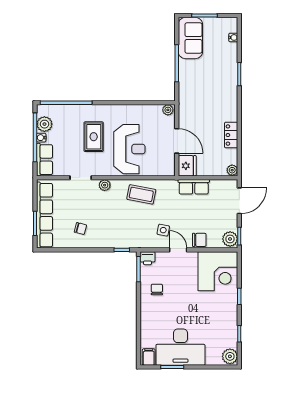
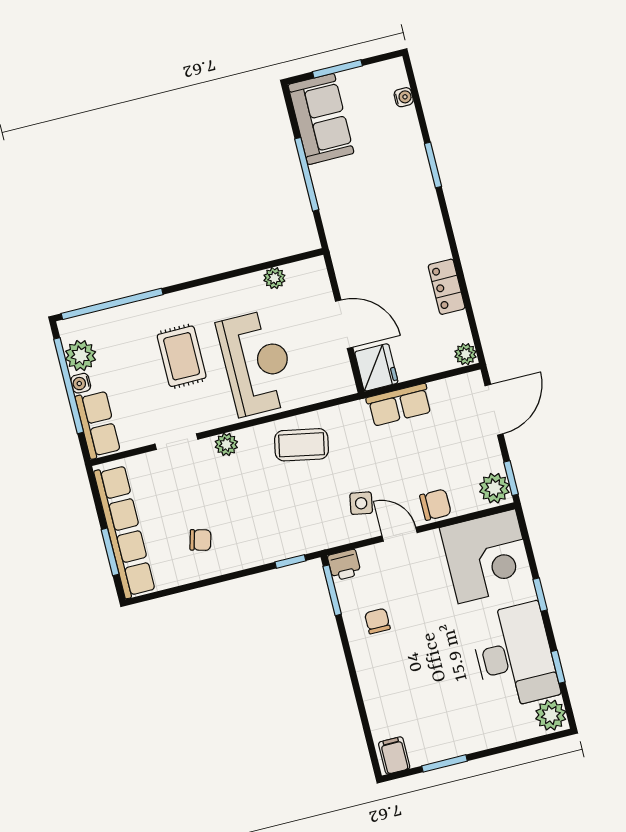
plant: (168, 110) -> (274, 278), moved
desk: (180, 347) -> (514, 656), moved, turned -90

